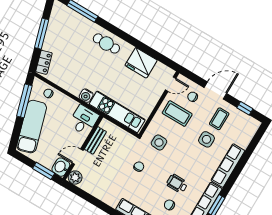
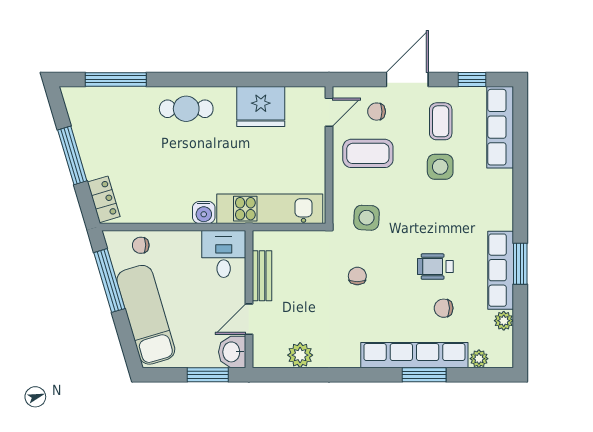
row of seats: (228, 166) -> (500, 127), moved
plant: (75, 178) -> (300, 355), moved

